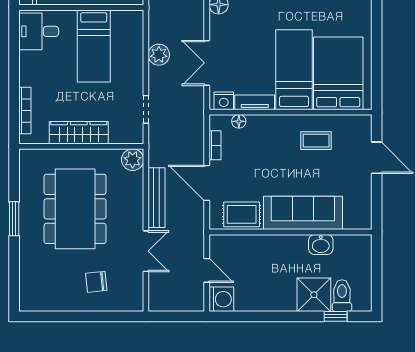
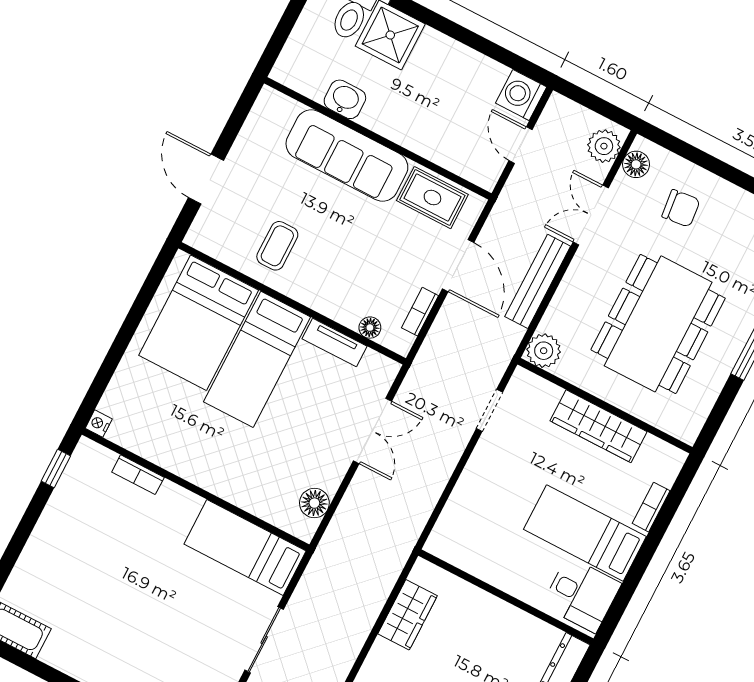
bed: (94, 46) -> (585, 533), moved, turned -90
plant: (159, 55) -> (604, 146), moved
nightstand: (224, 101) -> (376, 367), removed
bookcase: (25, 110) -> (651, 507), width x0.64
coffee table: (316, 141) -> (277, 246), turned 90
floor lamp: (135, 294) -> (636, 164), added

